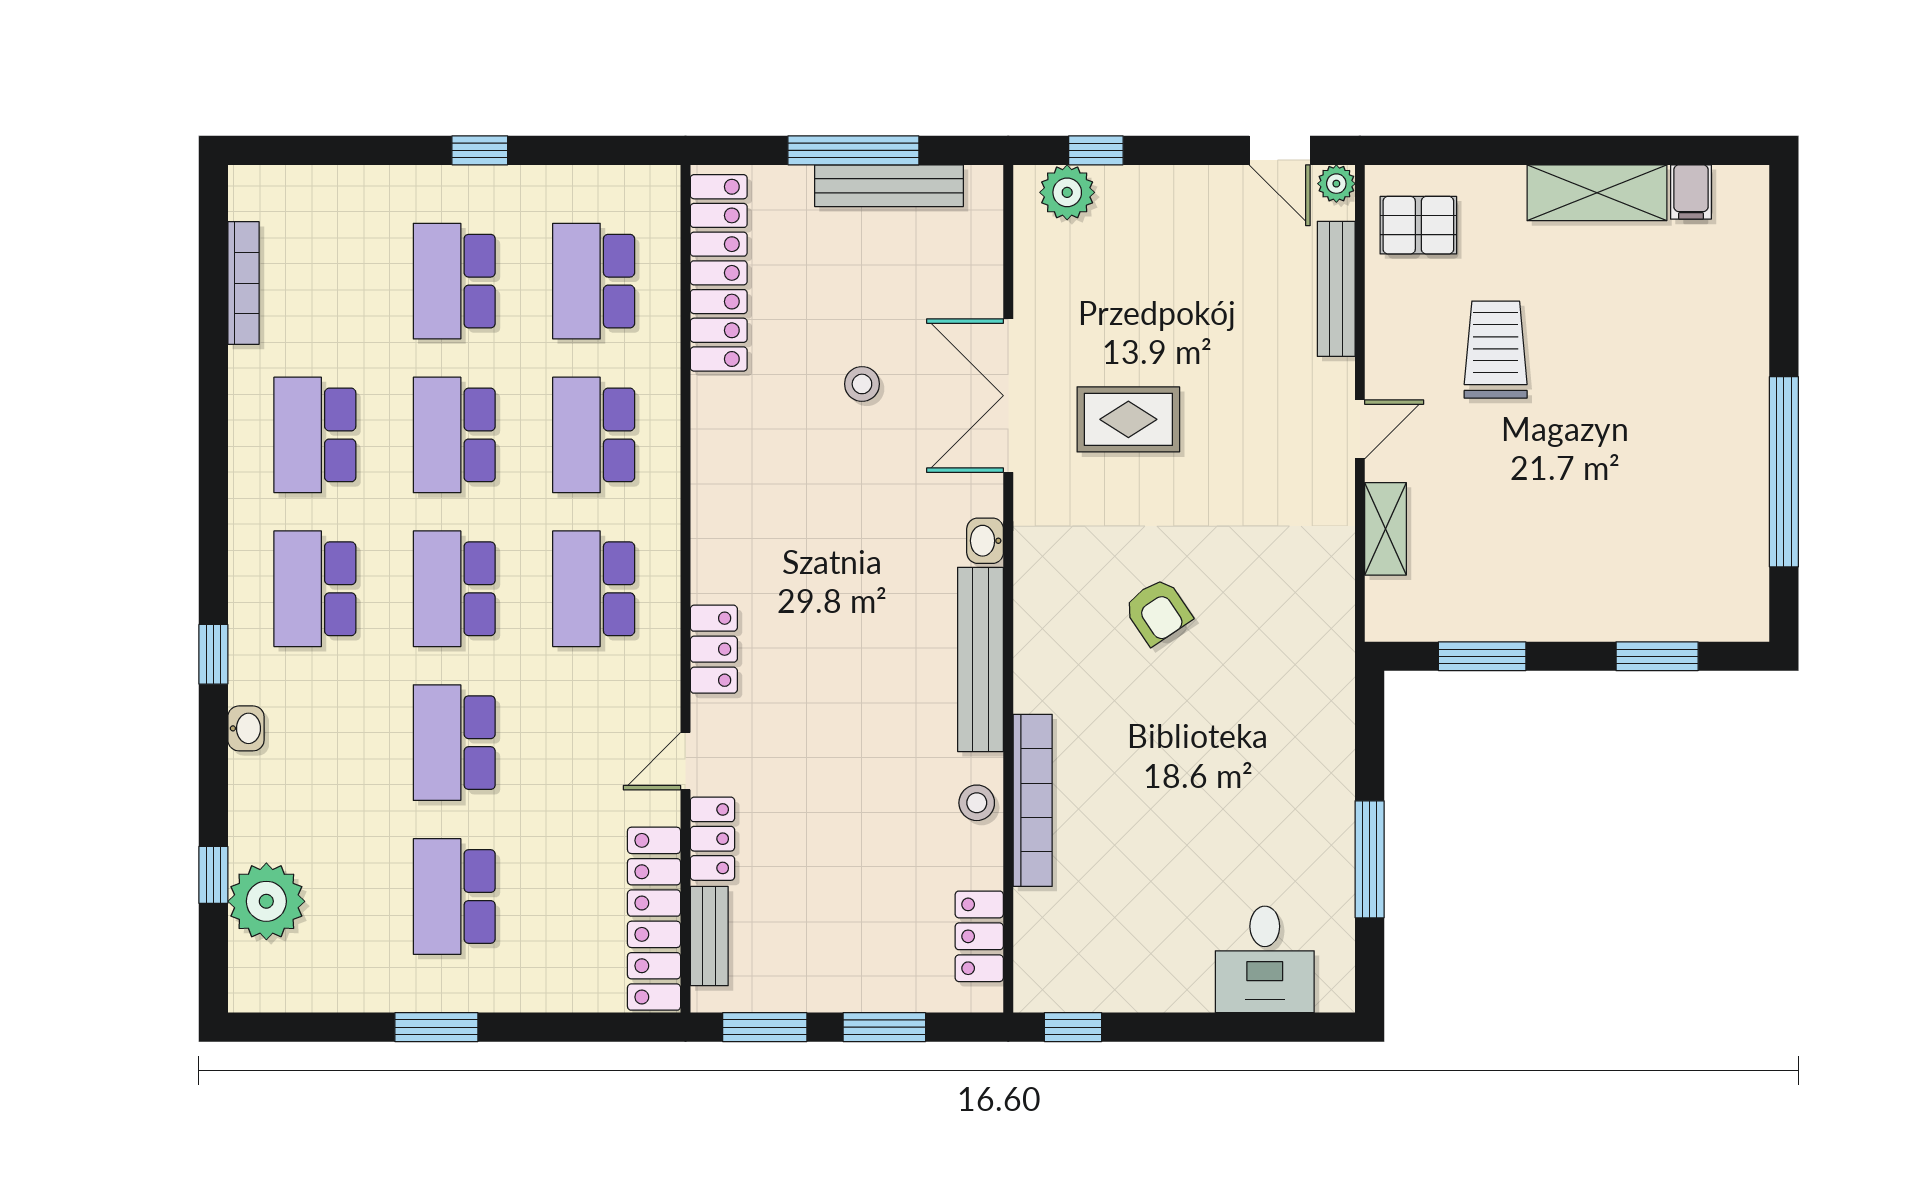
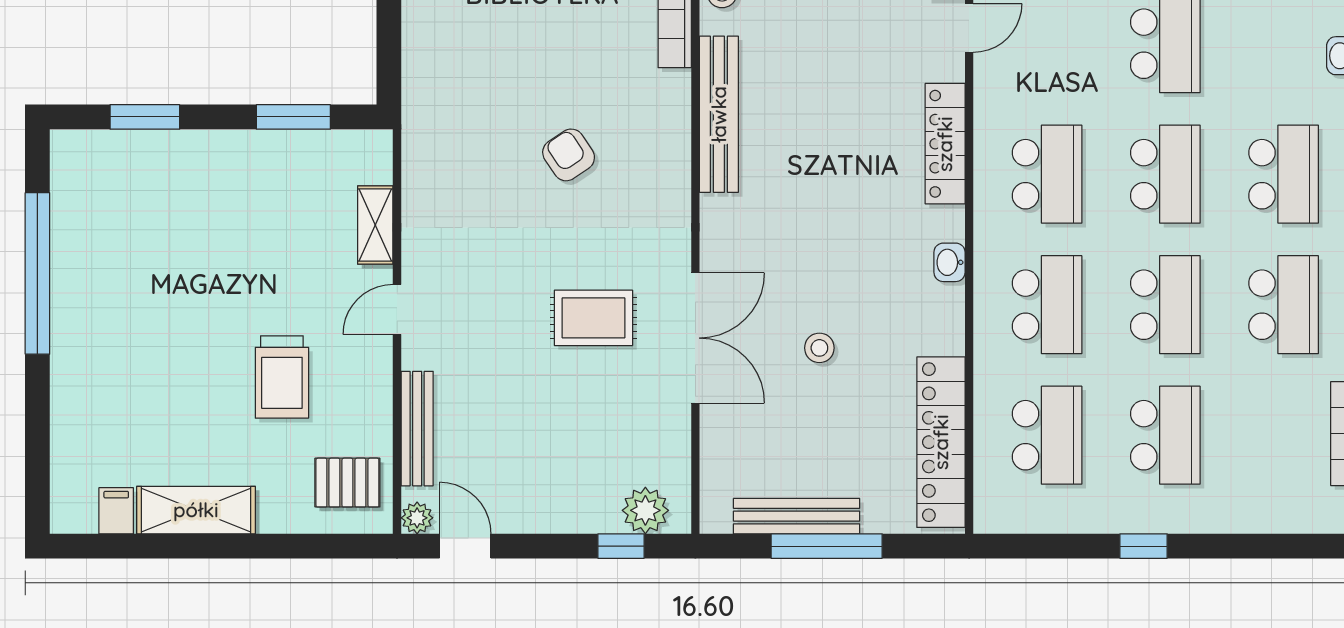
washbasin: (985, 541) -> (949, 262), moved, turned 180
locker: (714, 649) -> (945, 144), width x1.53

